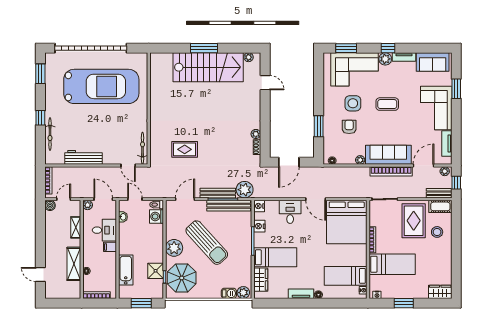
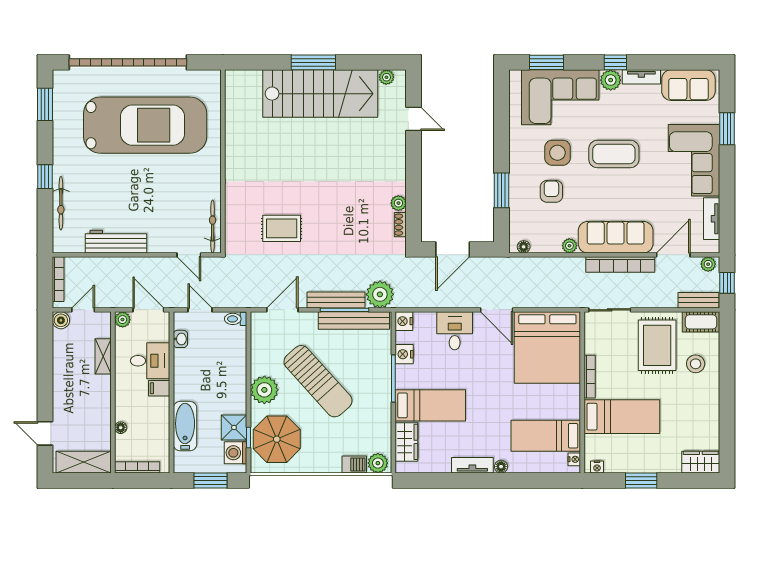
coffee table: (387, 104) -> (614, 154), width x1.36, depth x1.32
washing machine: (157, 216) -> (236, 453), moved
shelving: (74, 264) -> (84, 462), moved, turned 90

